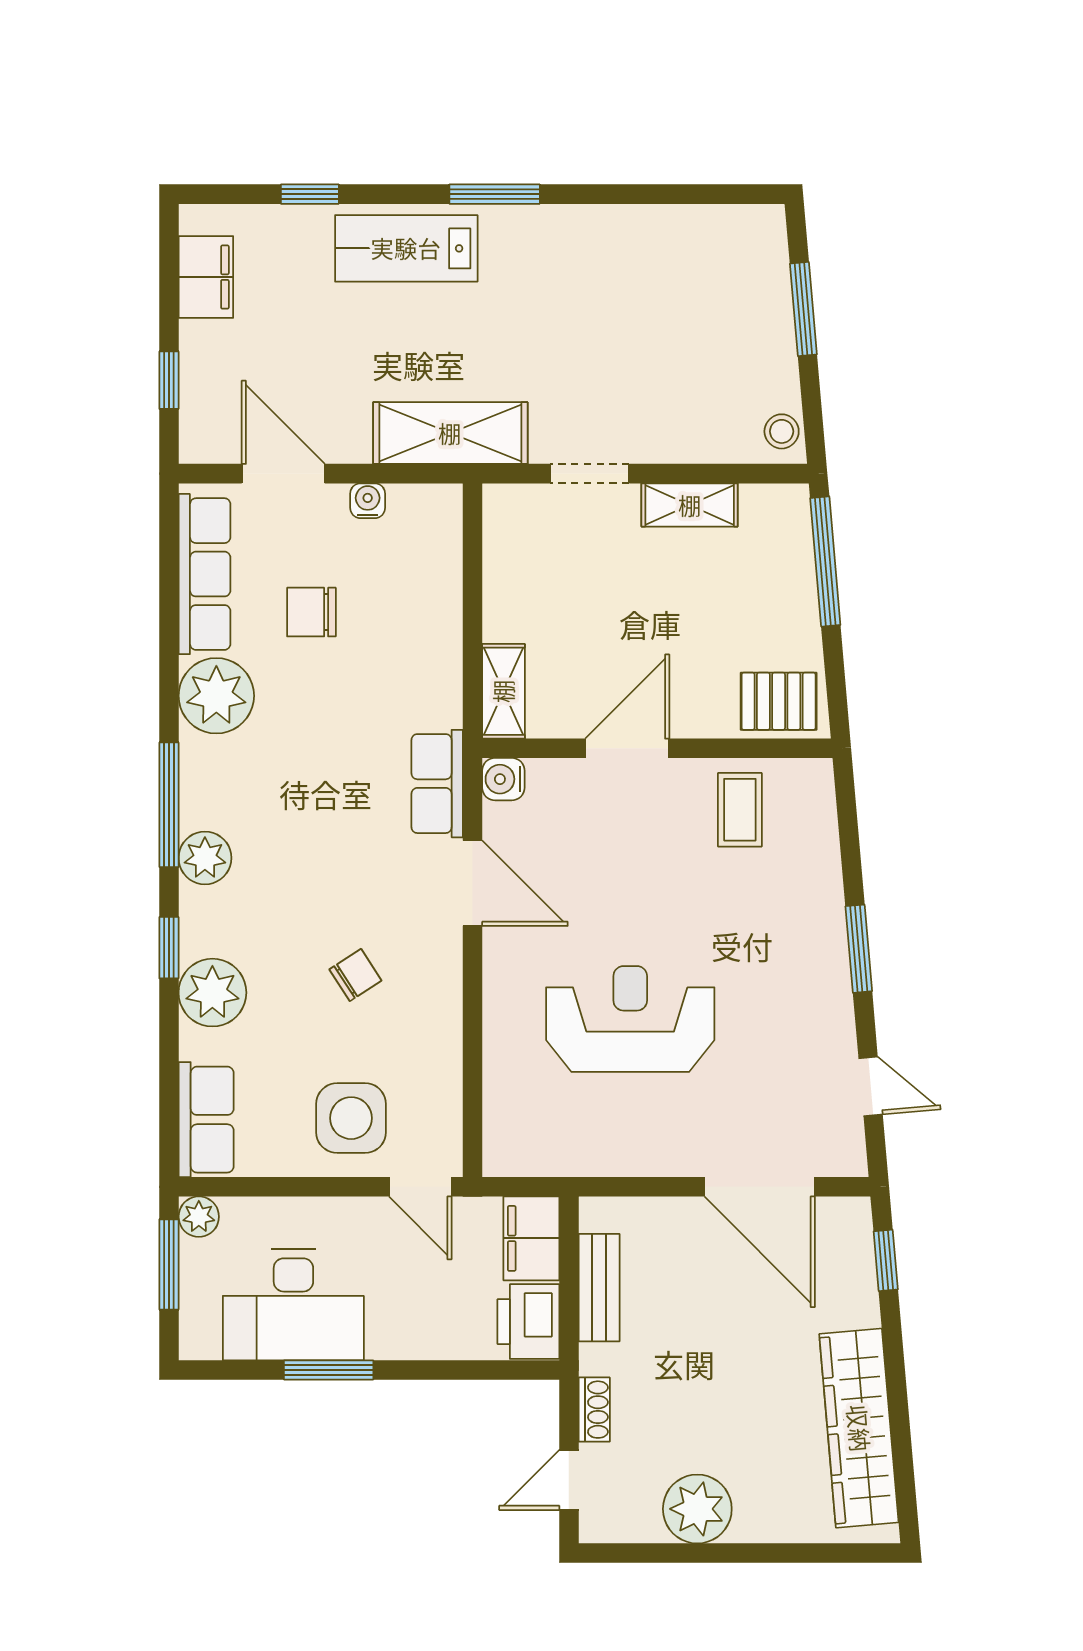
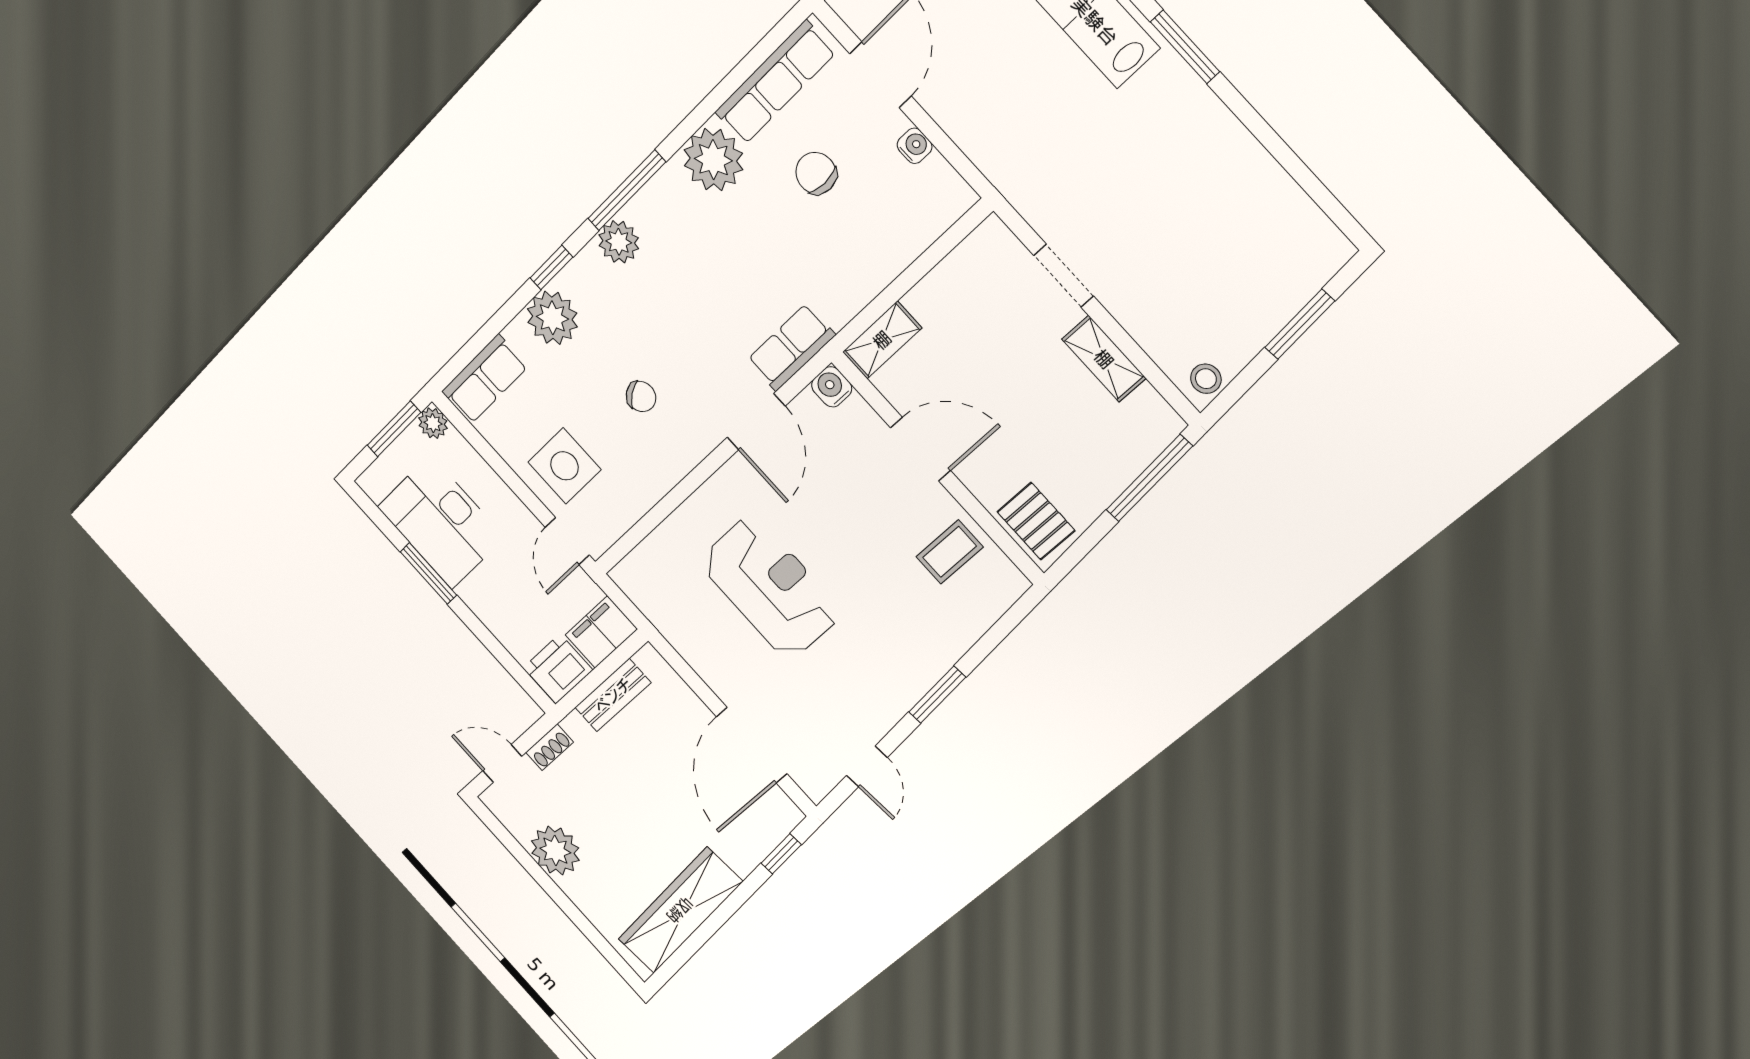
shelving: (450, 433) -> (1005, 161), removed

